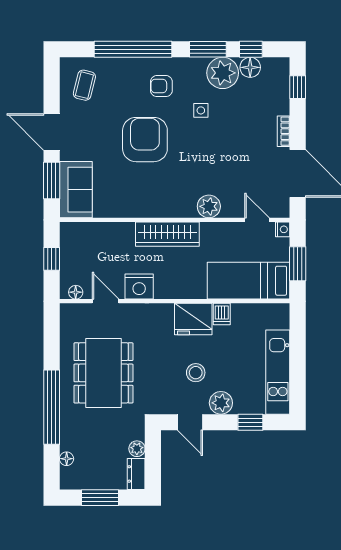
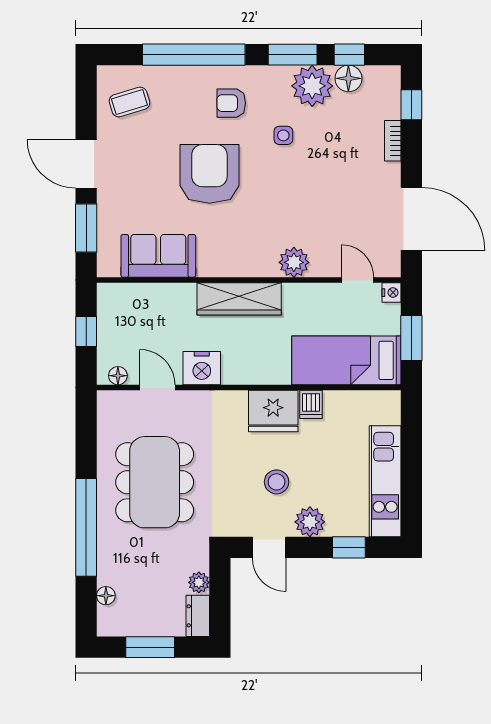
coffee table: (84, 85) -> (129, 102), turned 59
bookcase: (284, 131) -> (393, 141), moved
sofa: (76, 190) -> (158, 256), moved, turned -90

